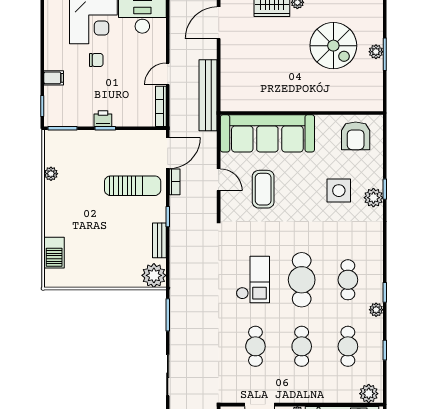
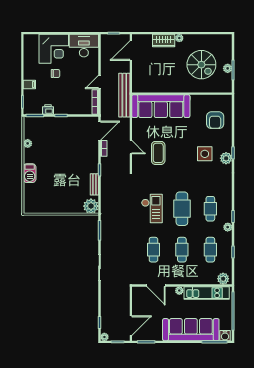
wall: (302, 113) -> (182, 94), moved
printer: (103, 119) -> (48, 110), moved
sofa: (267, 133) -> (161, 106), moved
sun lounger: (133, 186) -> (78, 151), removed
barbecue: (54, 253) -> (30, 173), moved

